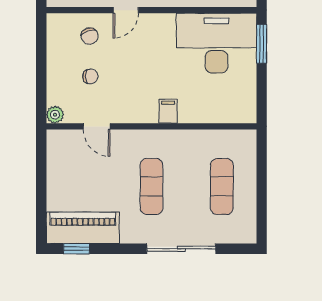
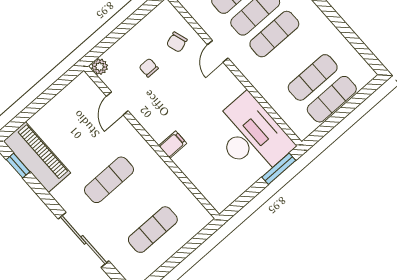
door: (126, 10) -> (218, 51), hinge flipped
chair: (90, 76) -> (149, 68), turned 180

